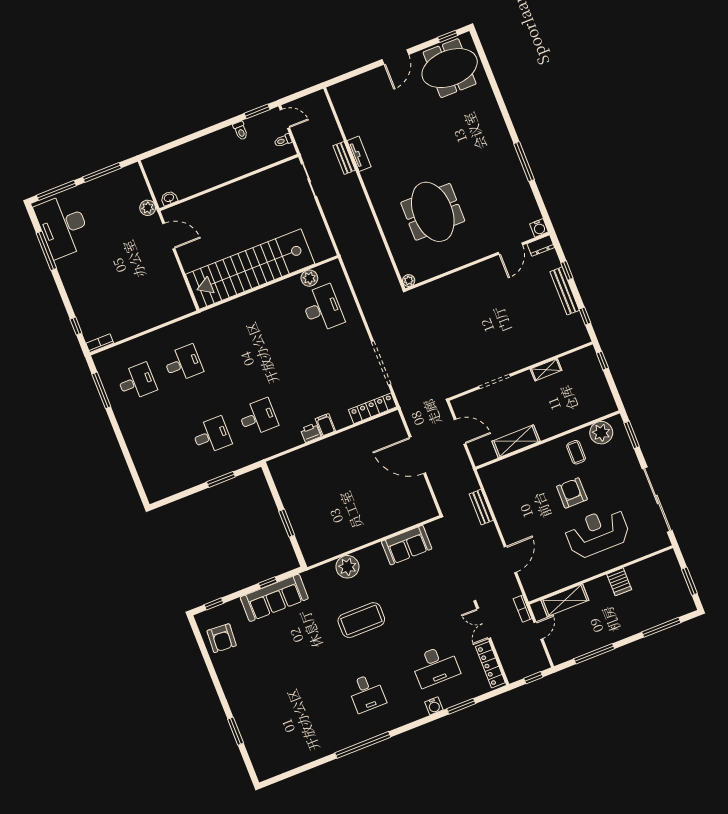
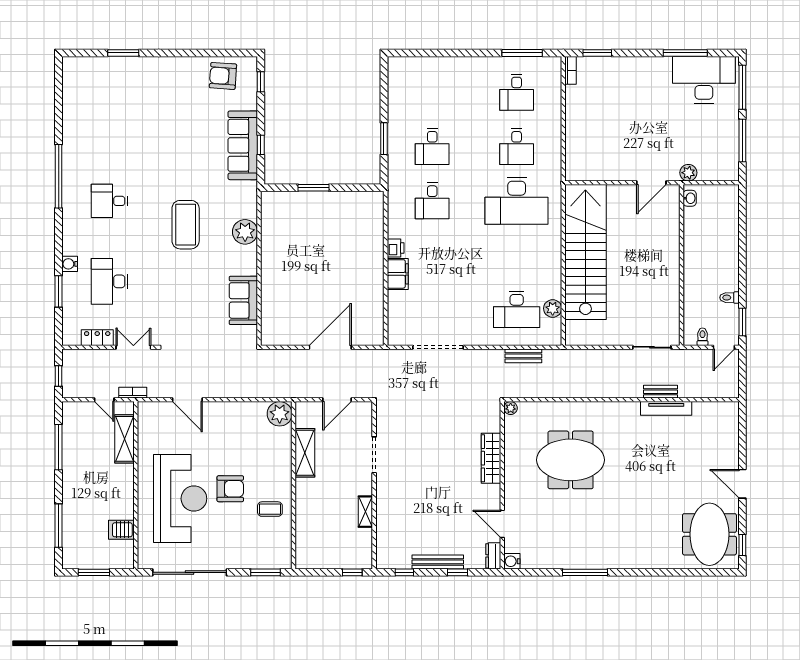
tv unit: (359, 154) -> (666, 408), width x1.41
wardrobe: (458, 280) -> (491, 458), added
window: (76, 326) -> (597, 53), width x1.50
desk: (230, 345) -> (517, 201), added
locker: (373, 408) -> (396, 321), removed
filing cabinet: (325, 425) -> (398, 274), width x2.00
plant: (601, 433) -> (280, 414), moved
bench: (481, 507) -> (523, 356), moved
reception desk: (597, 532) -> (180, 499), width x1.36, depth x1.30
server rack: (619, 582) -> (121, 530), moved
locker: (490, 665) -> (97, 338), width x0.66

